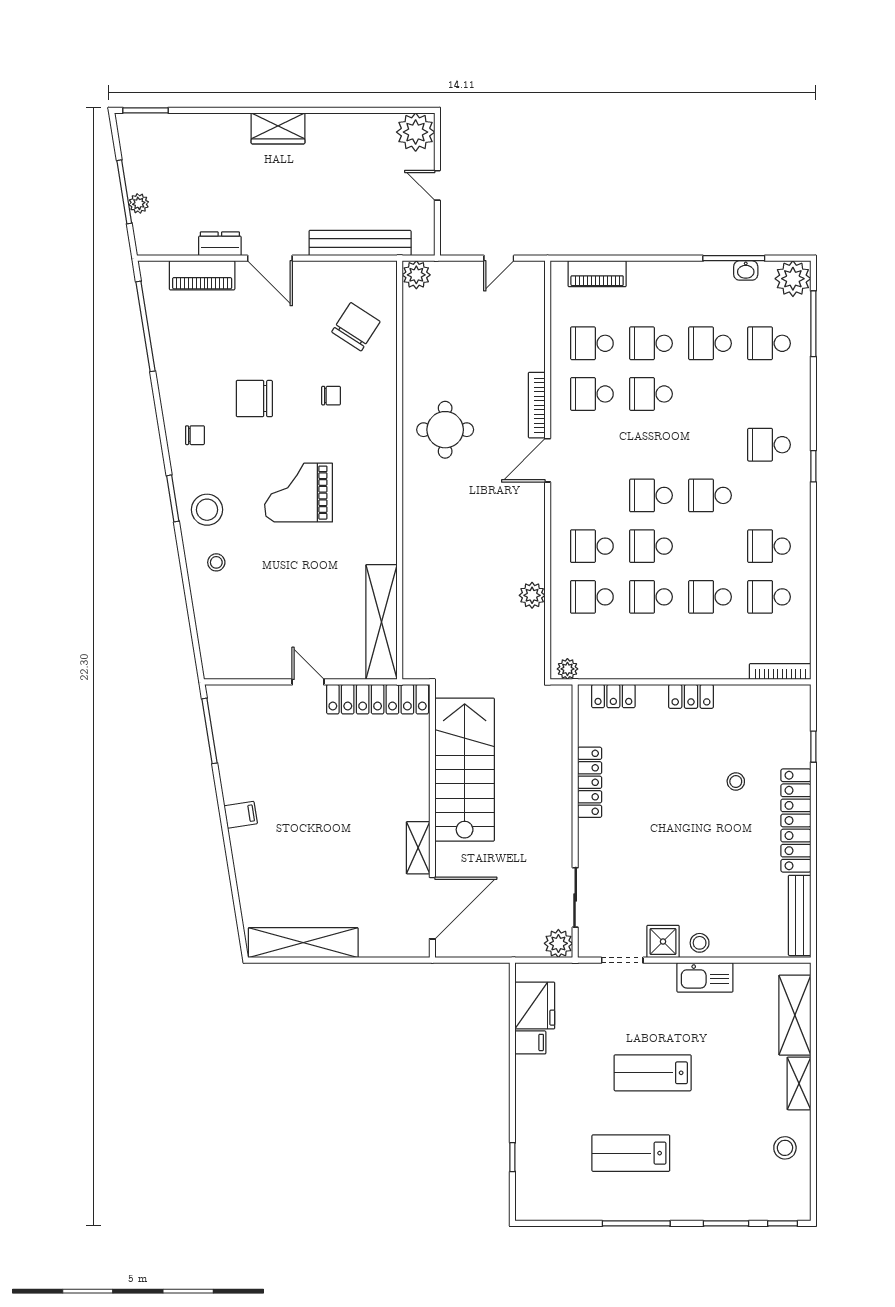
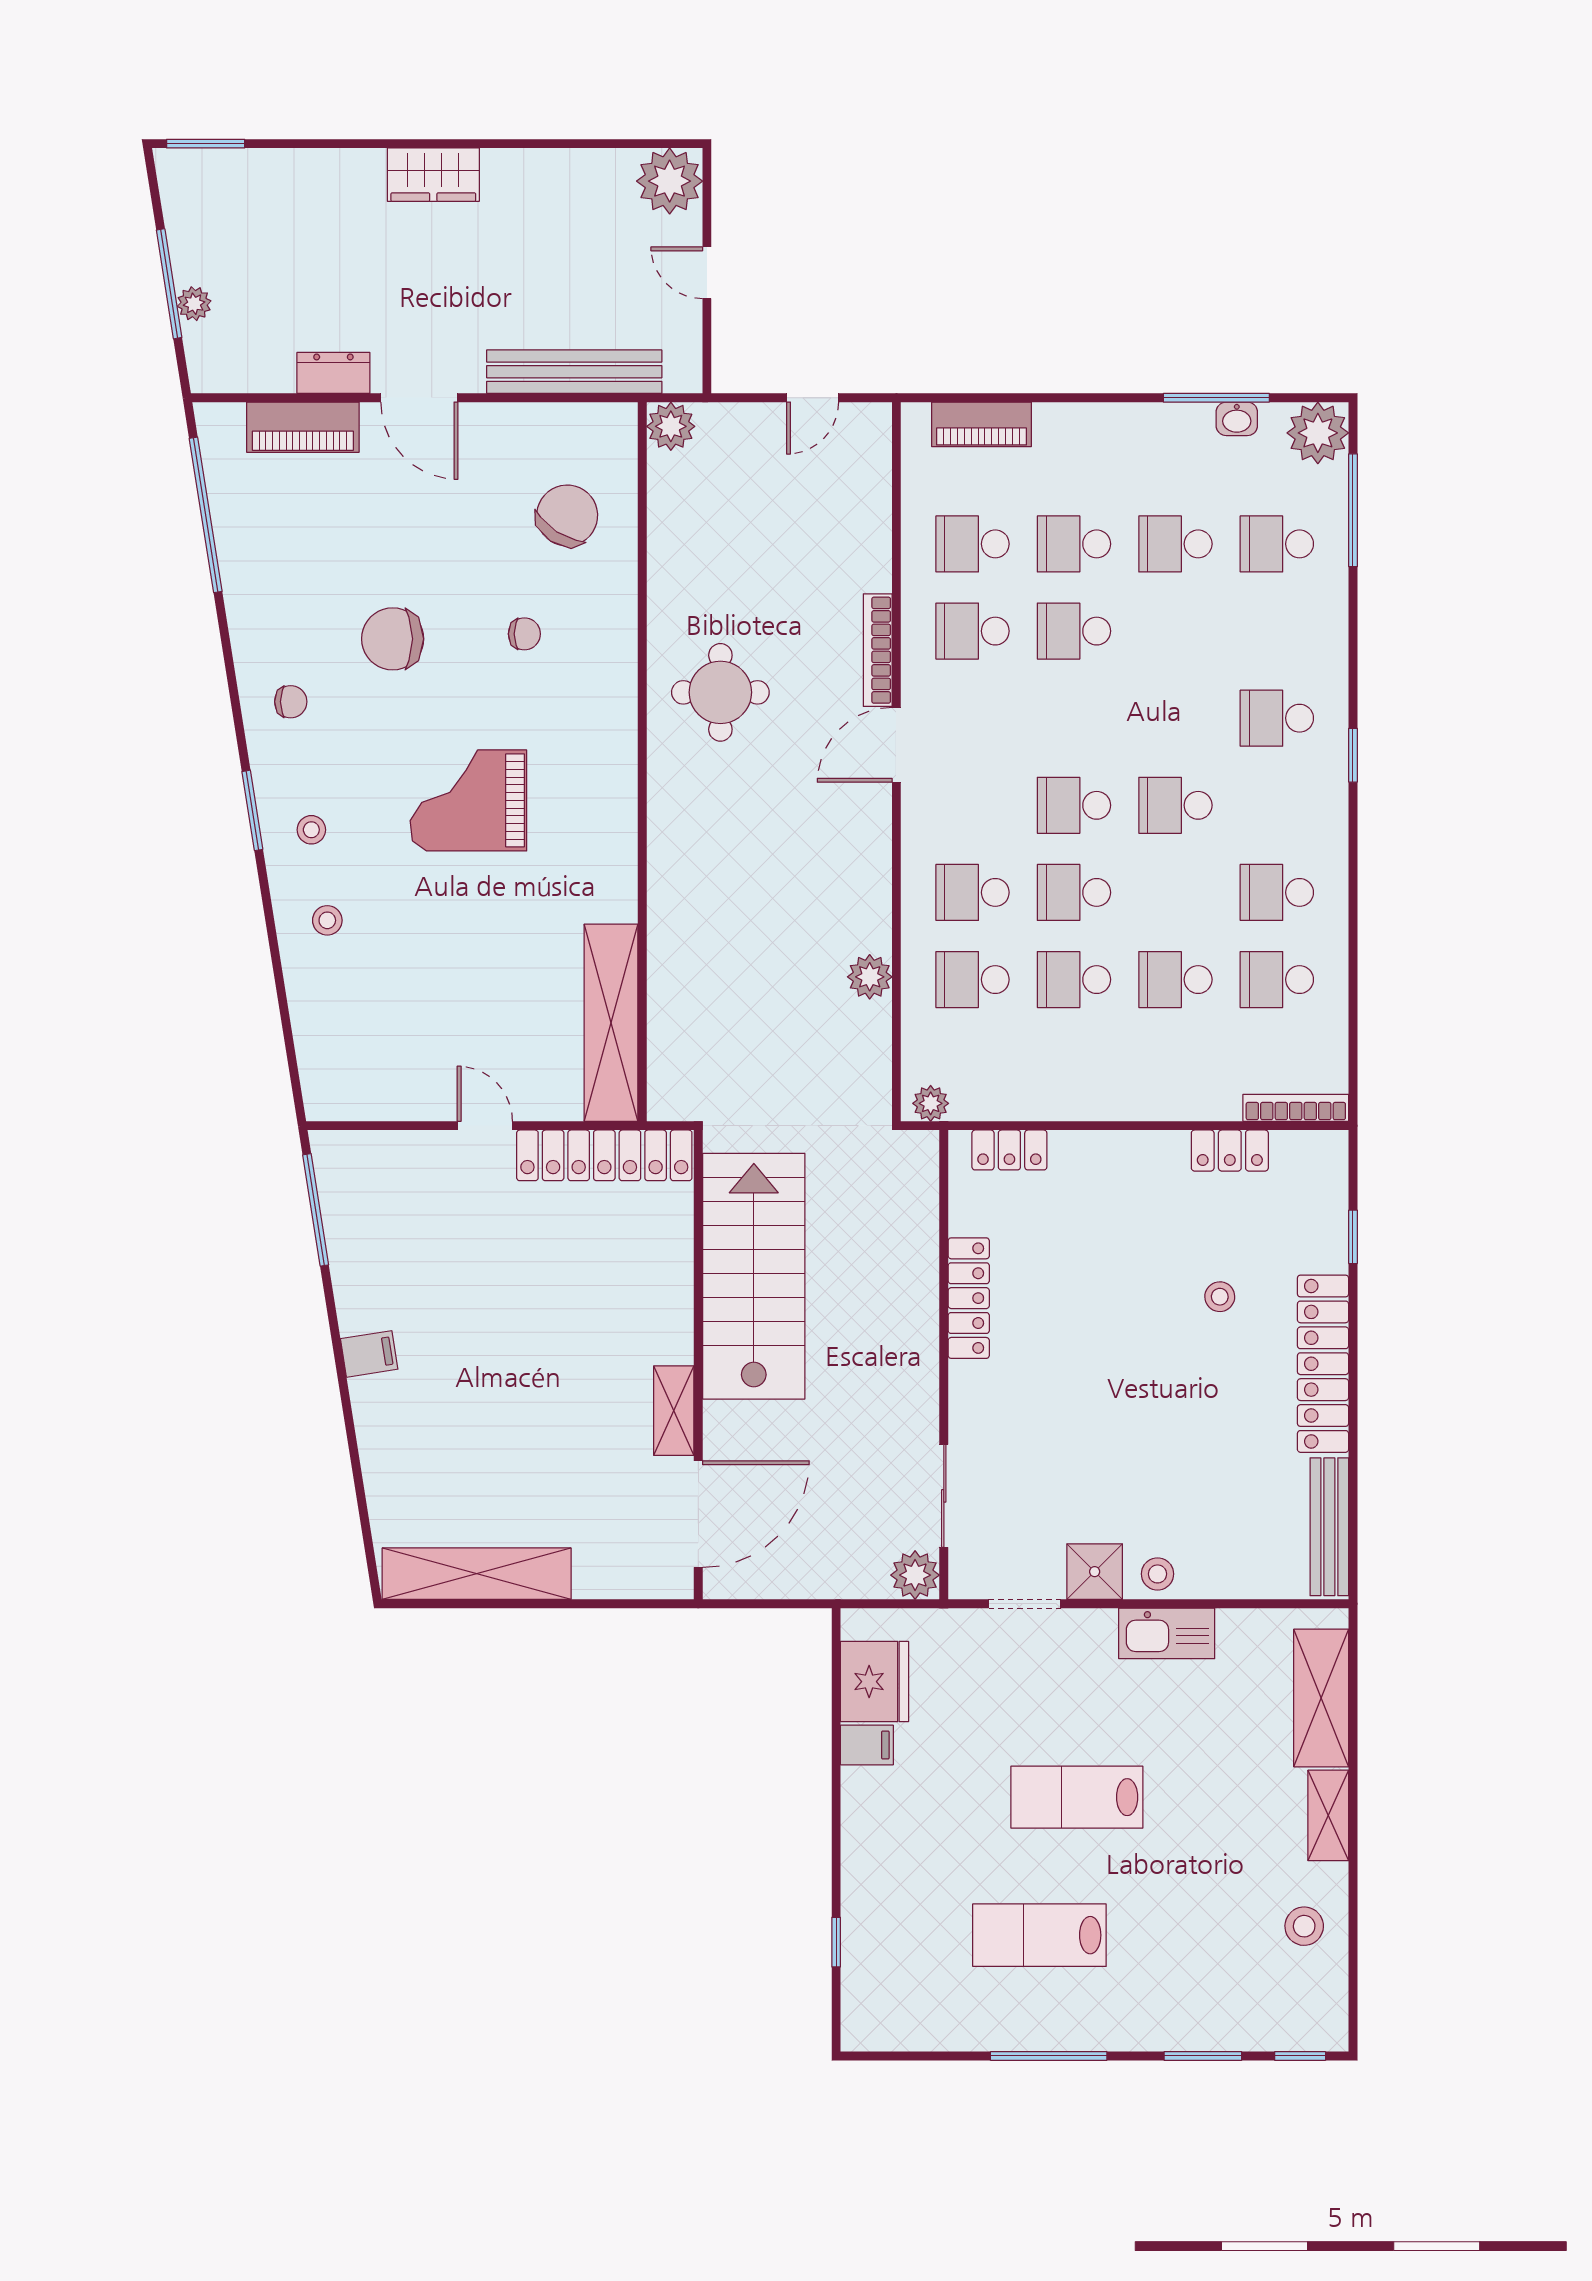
stool: (207, 510) -> (311, 830), width x0.53, depth x0.53
locker: (691, 696) -> (1230, 1151), moved

